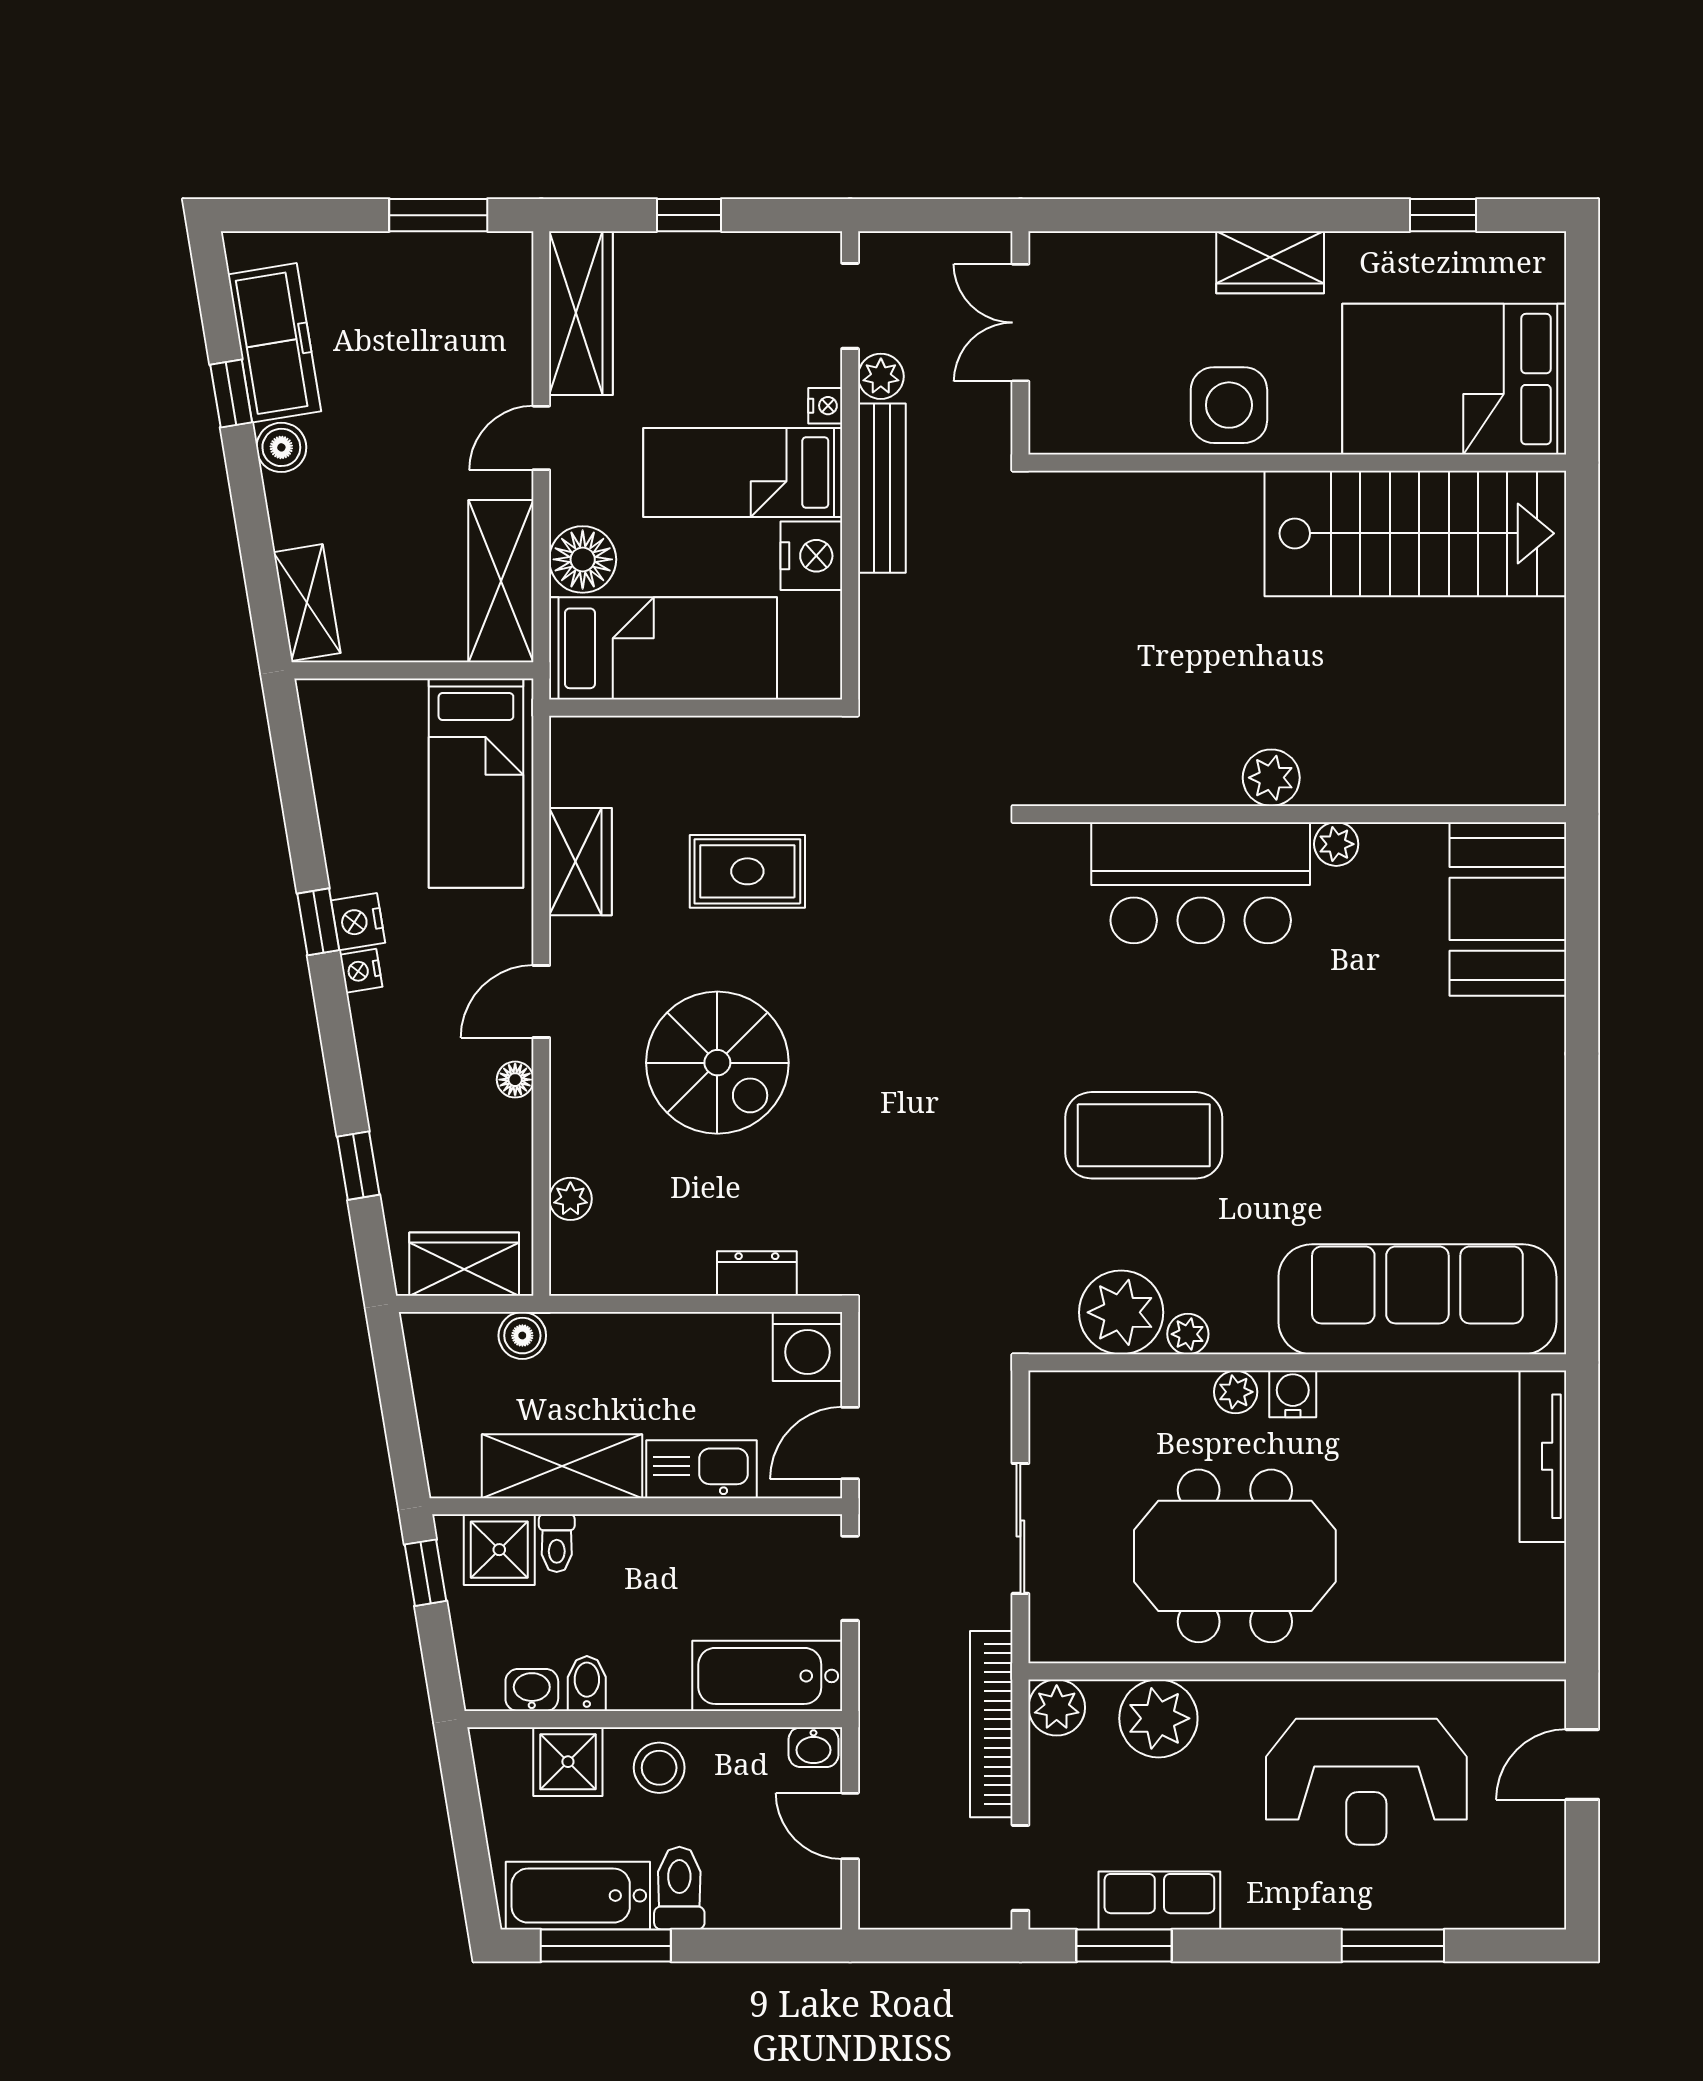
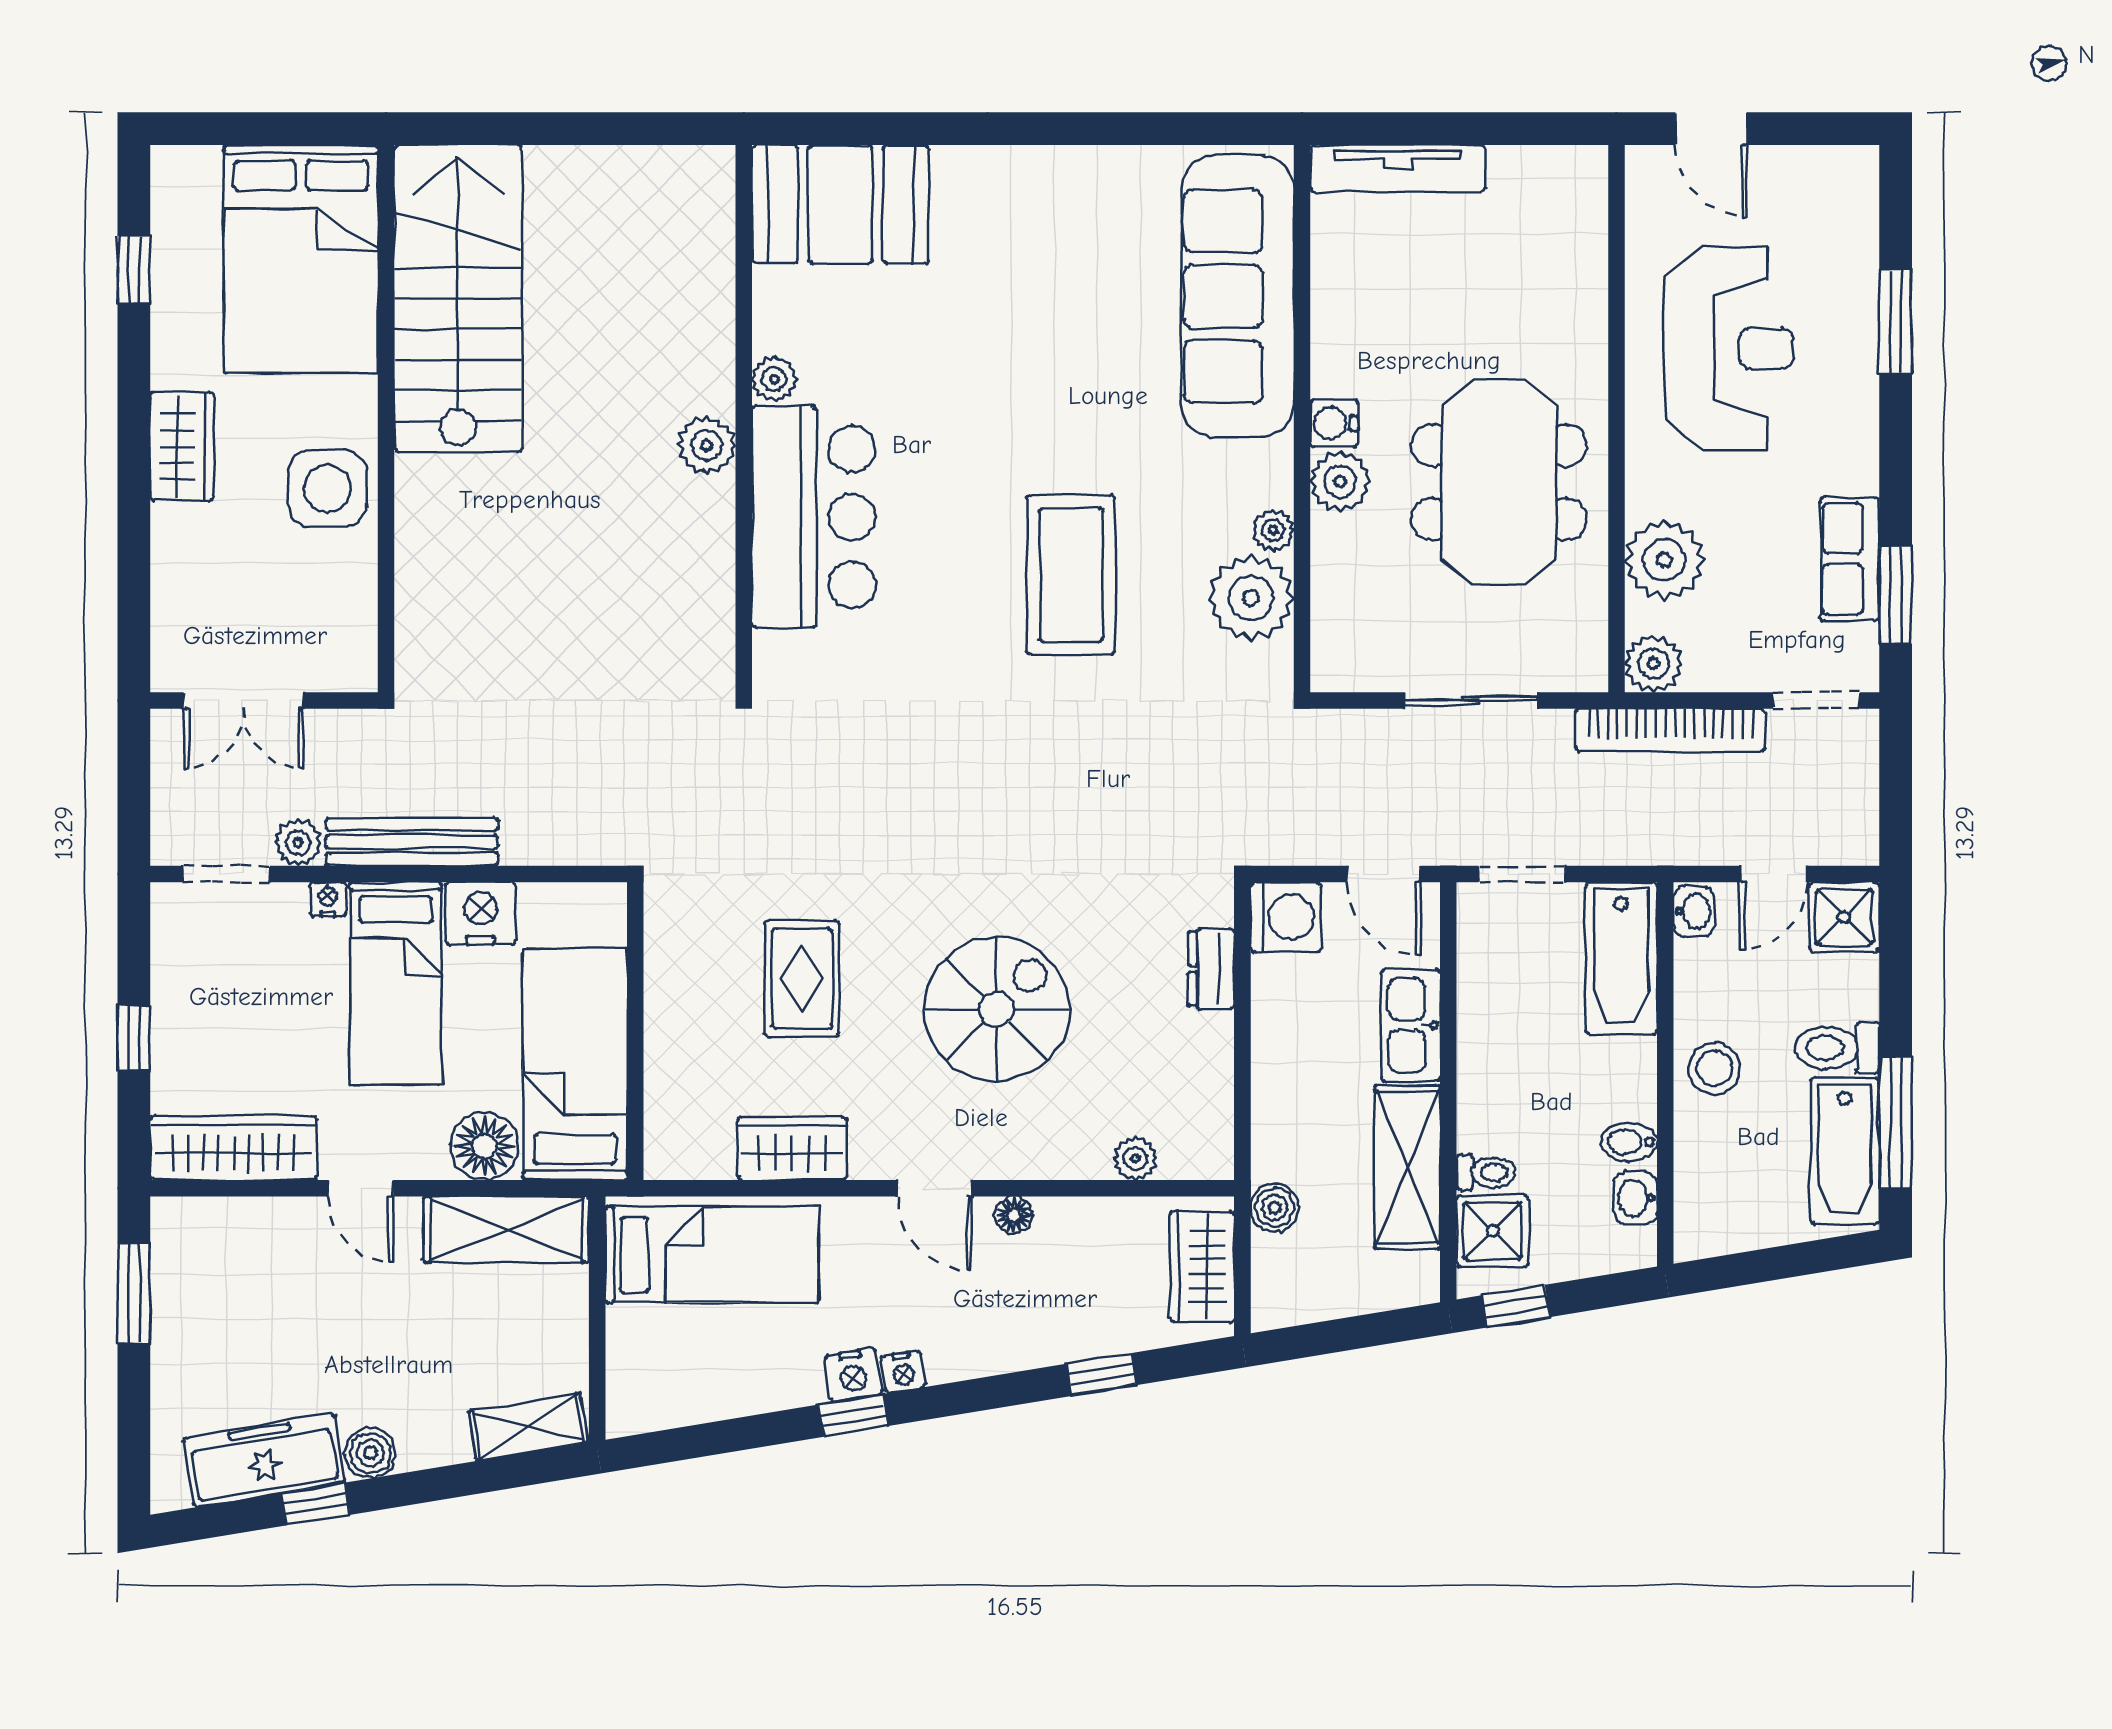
plant: (1236, 1392) -> (1340, 481), width x1.38, depth x1.38
shower: (568, 1762) -> (1844, 917), moved

